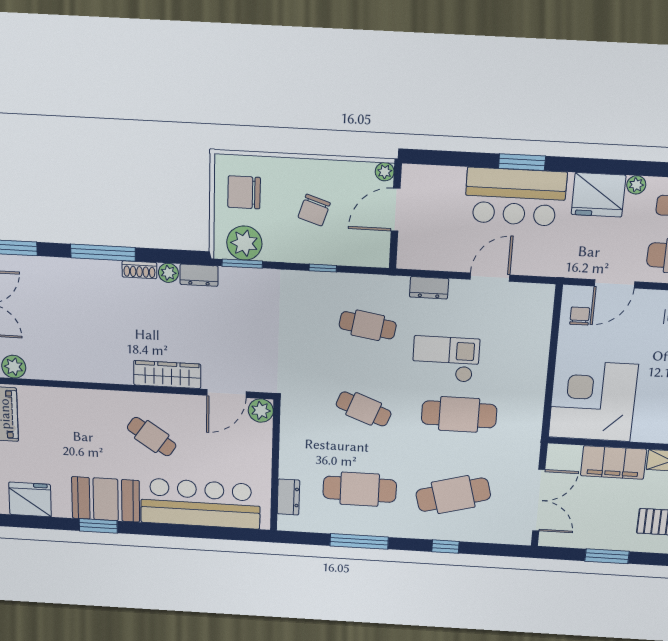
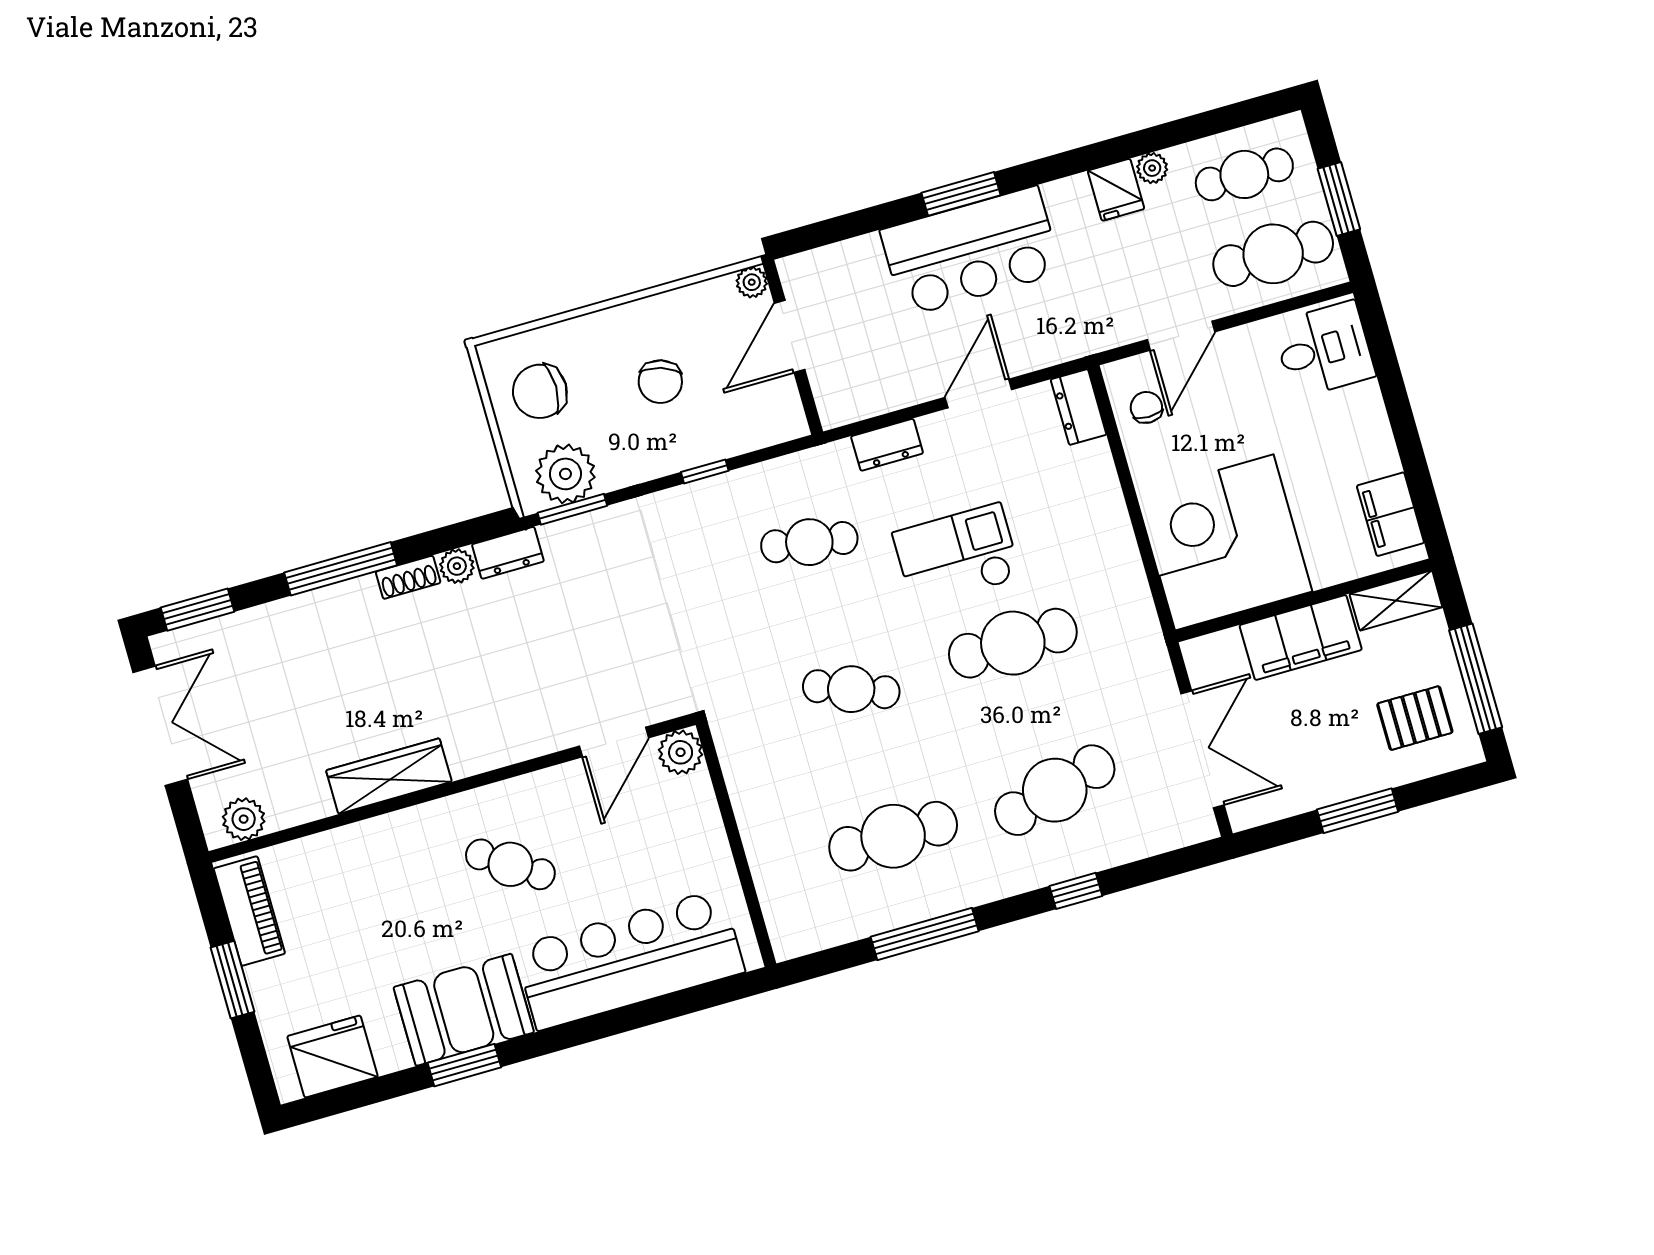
fridge: (598, 195) -> (1116, 190), width x0.53, depth x0.75
wardrobe: (167, 375) -> (389, 776), moved
dresser: (288, 497) -> (1079, 407), moved, turned 180

